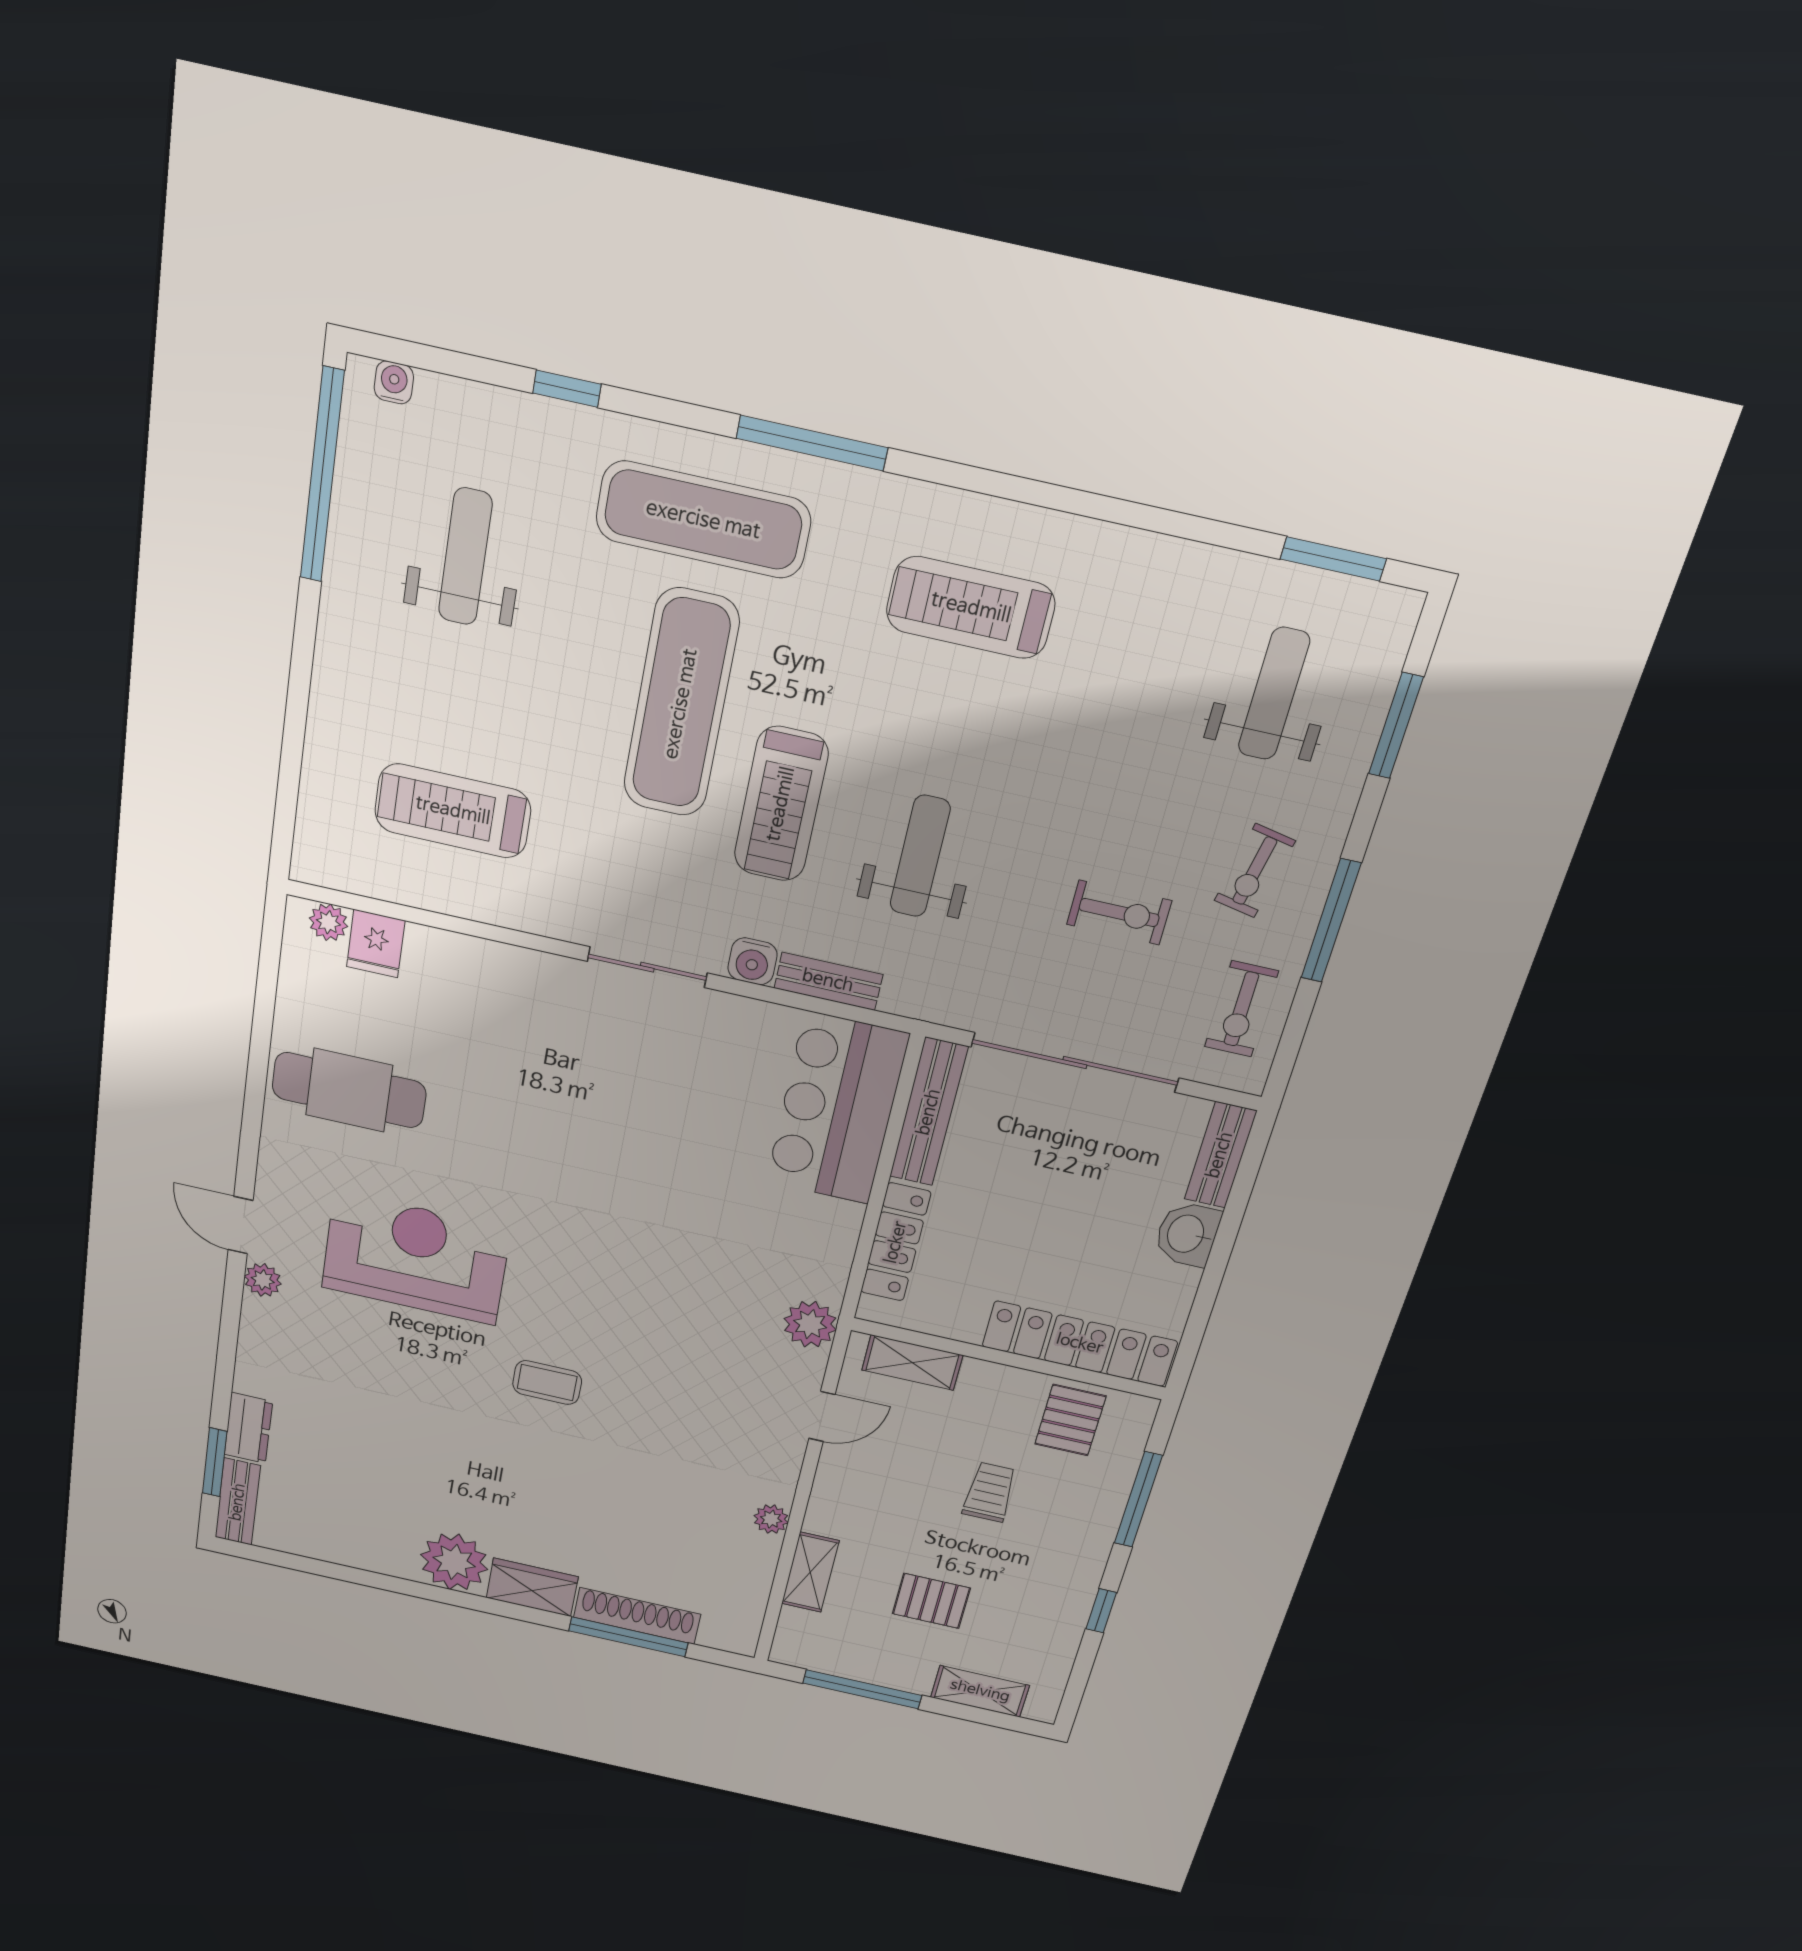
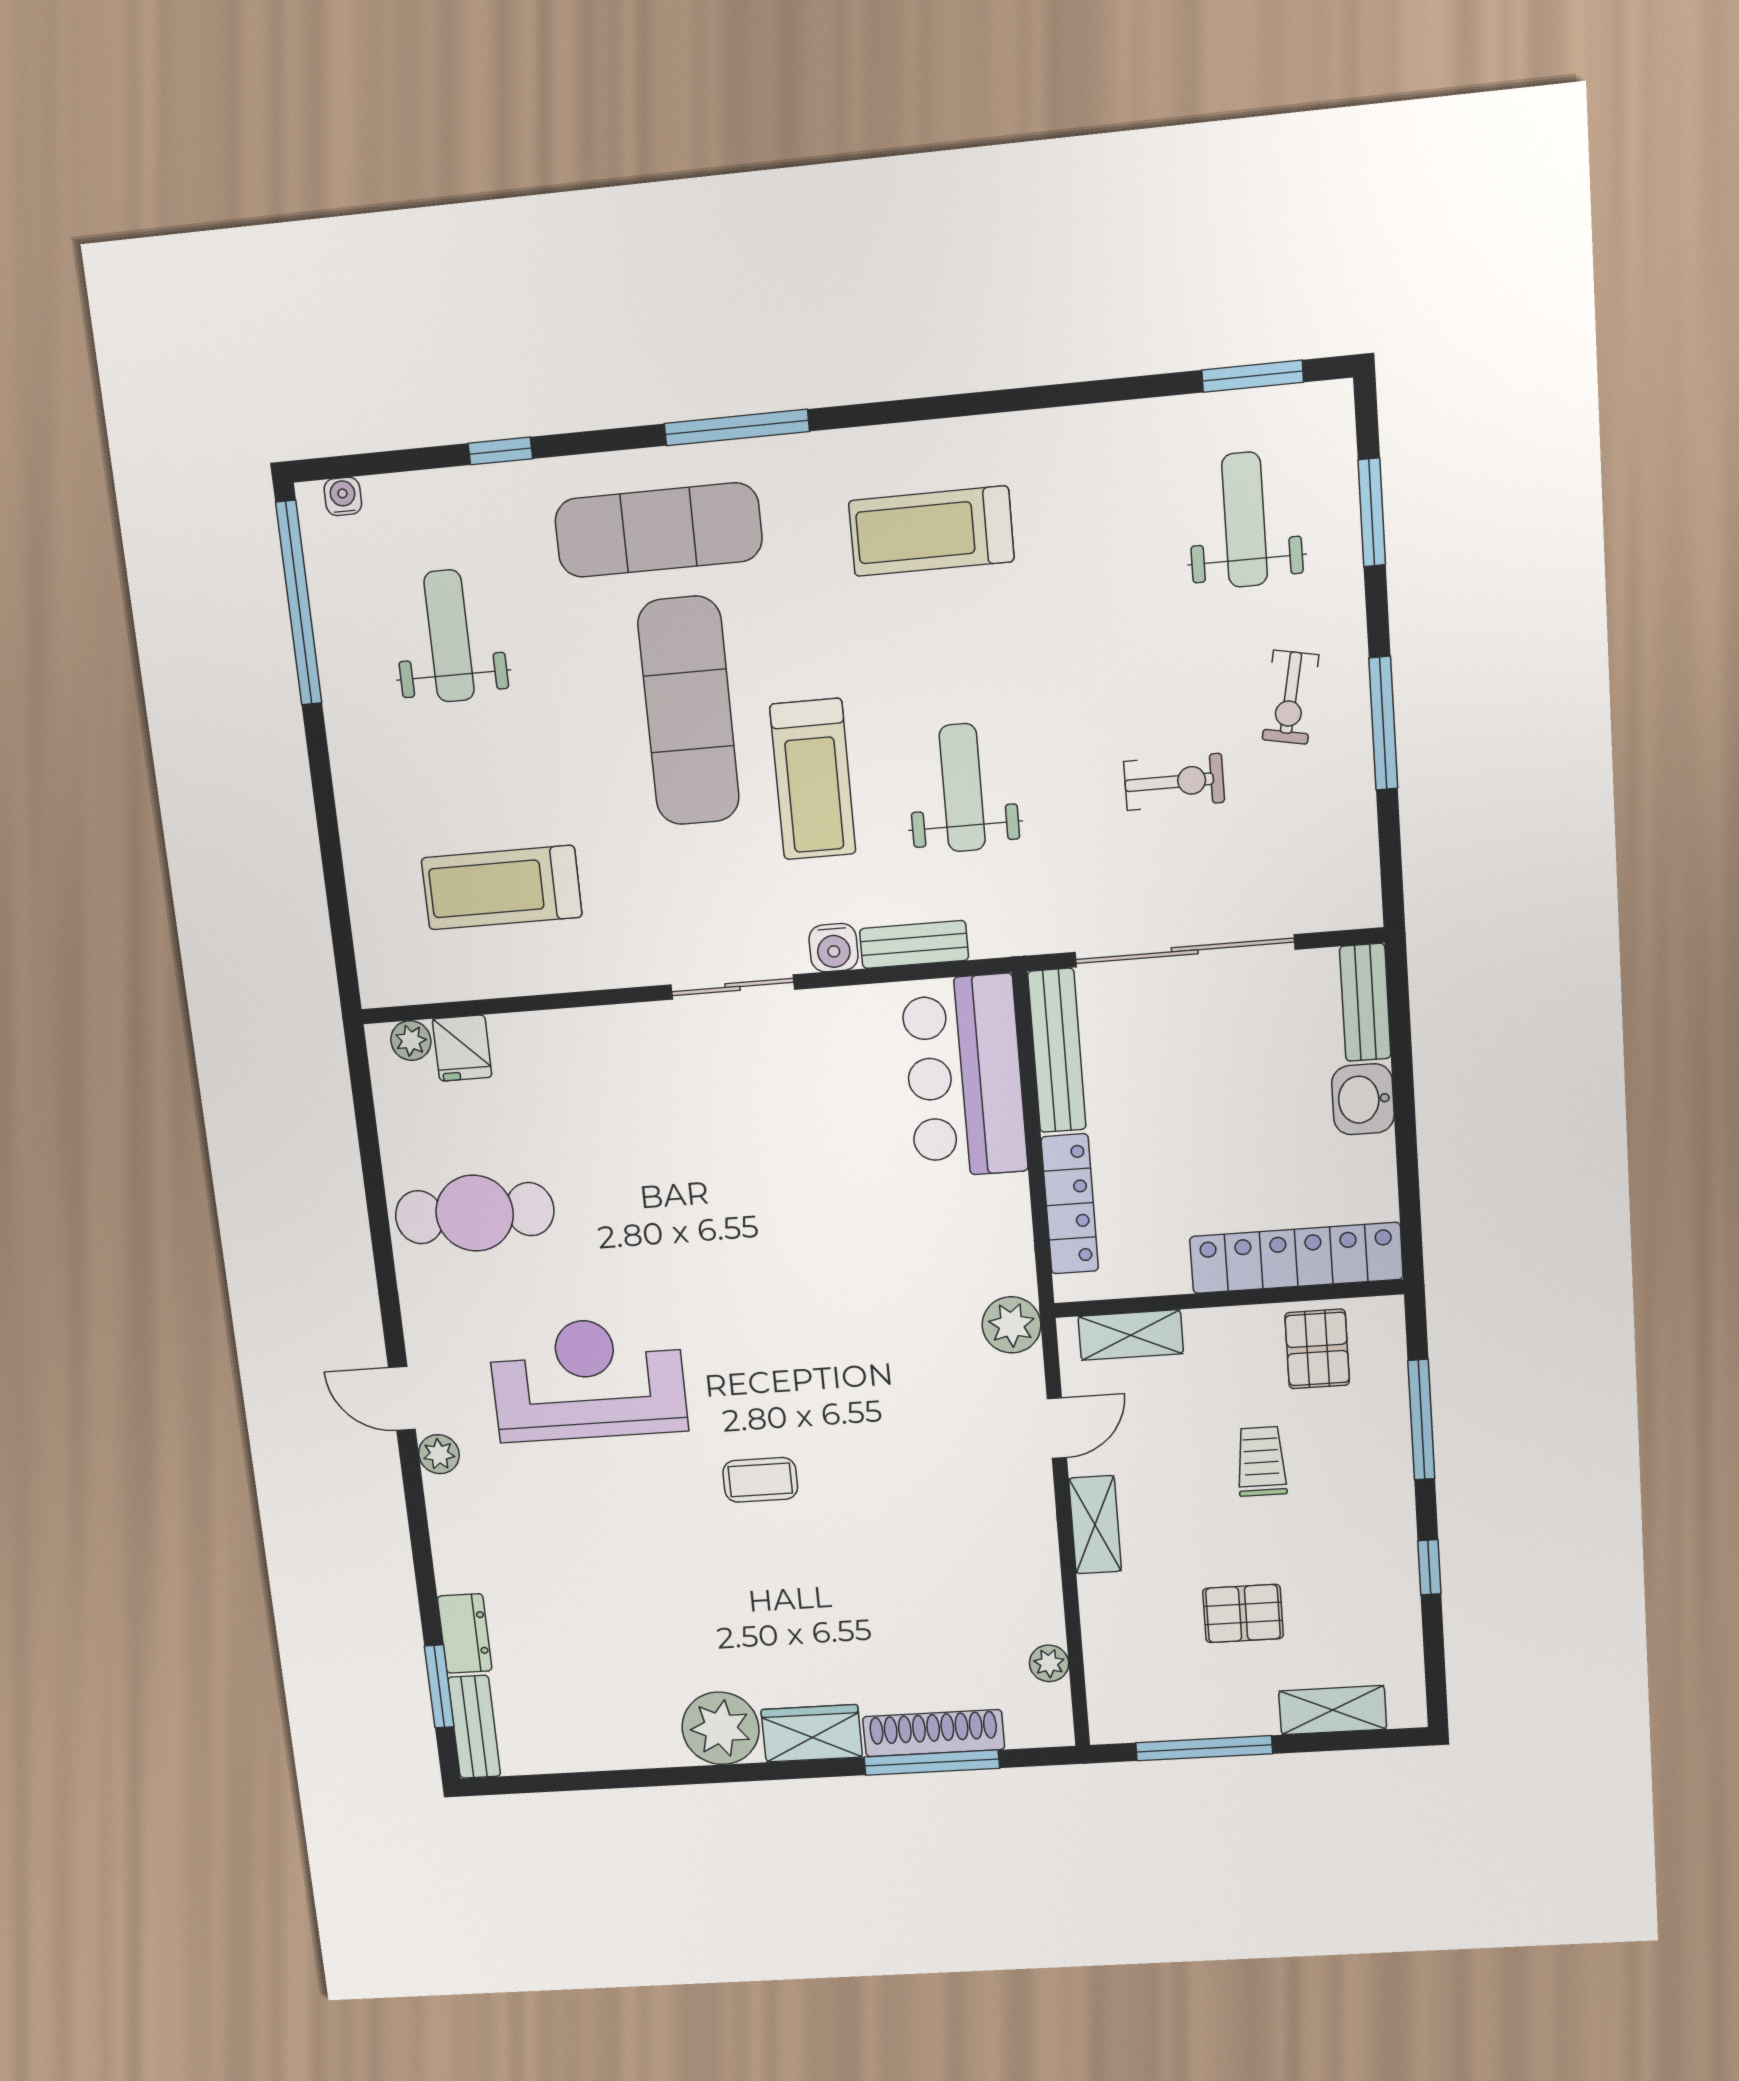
exercise bike: (1241, 1009) -> (1329, 842), removed
plant: (771, 1519) -> (1049, 1663), moved
shelving: (810, 1572) -> (1095, 1525), moved

